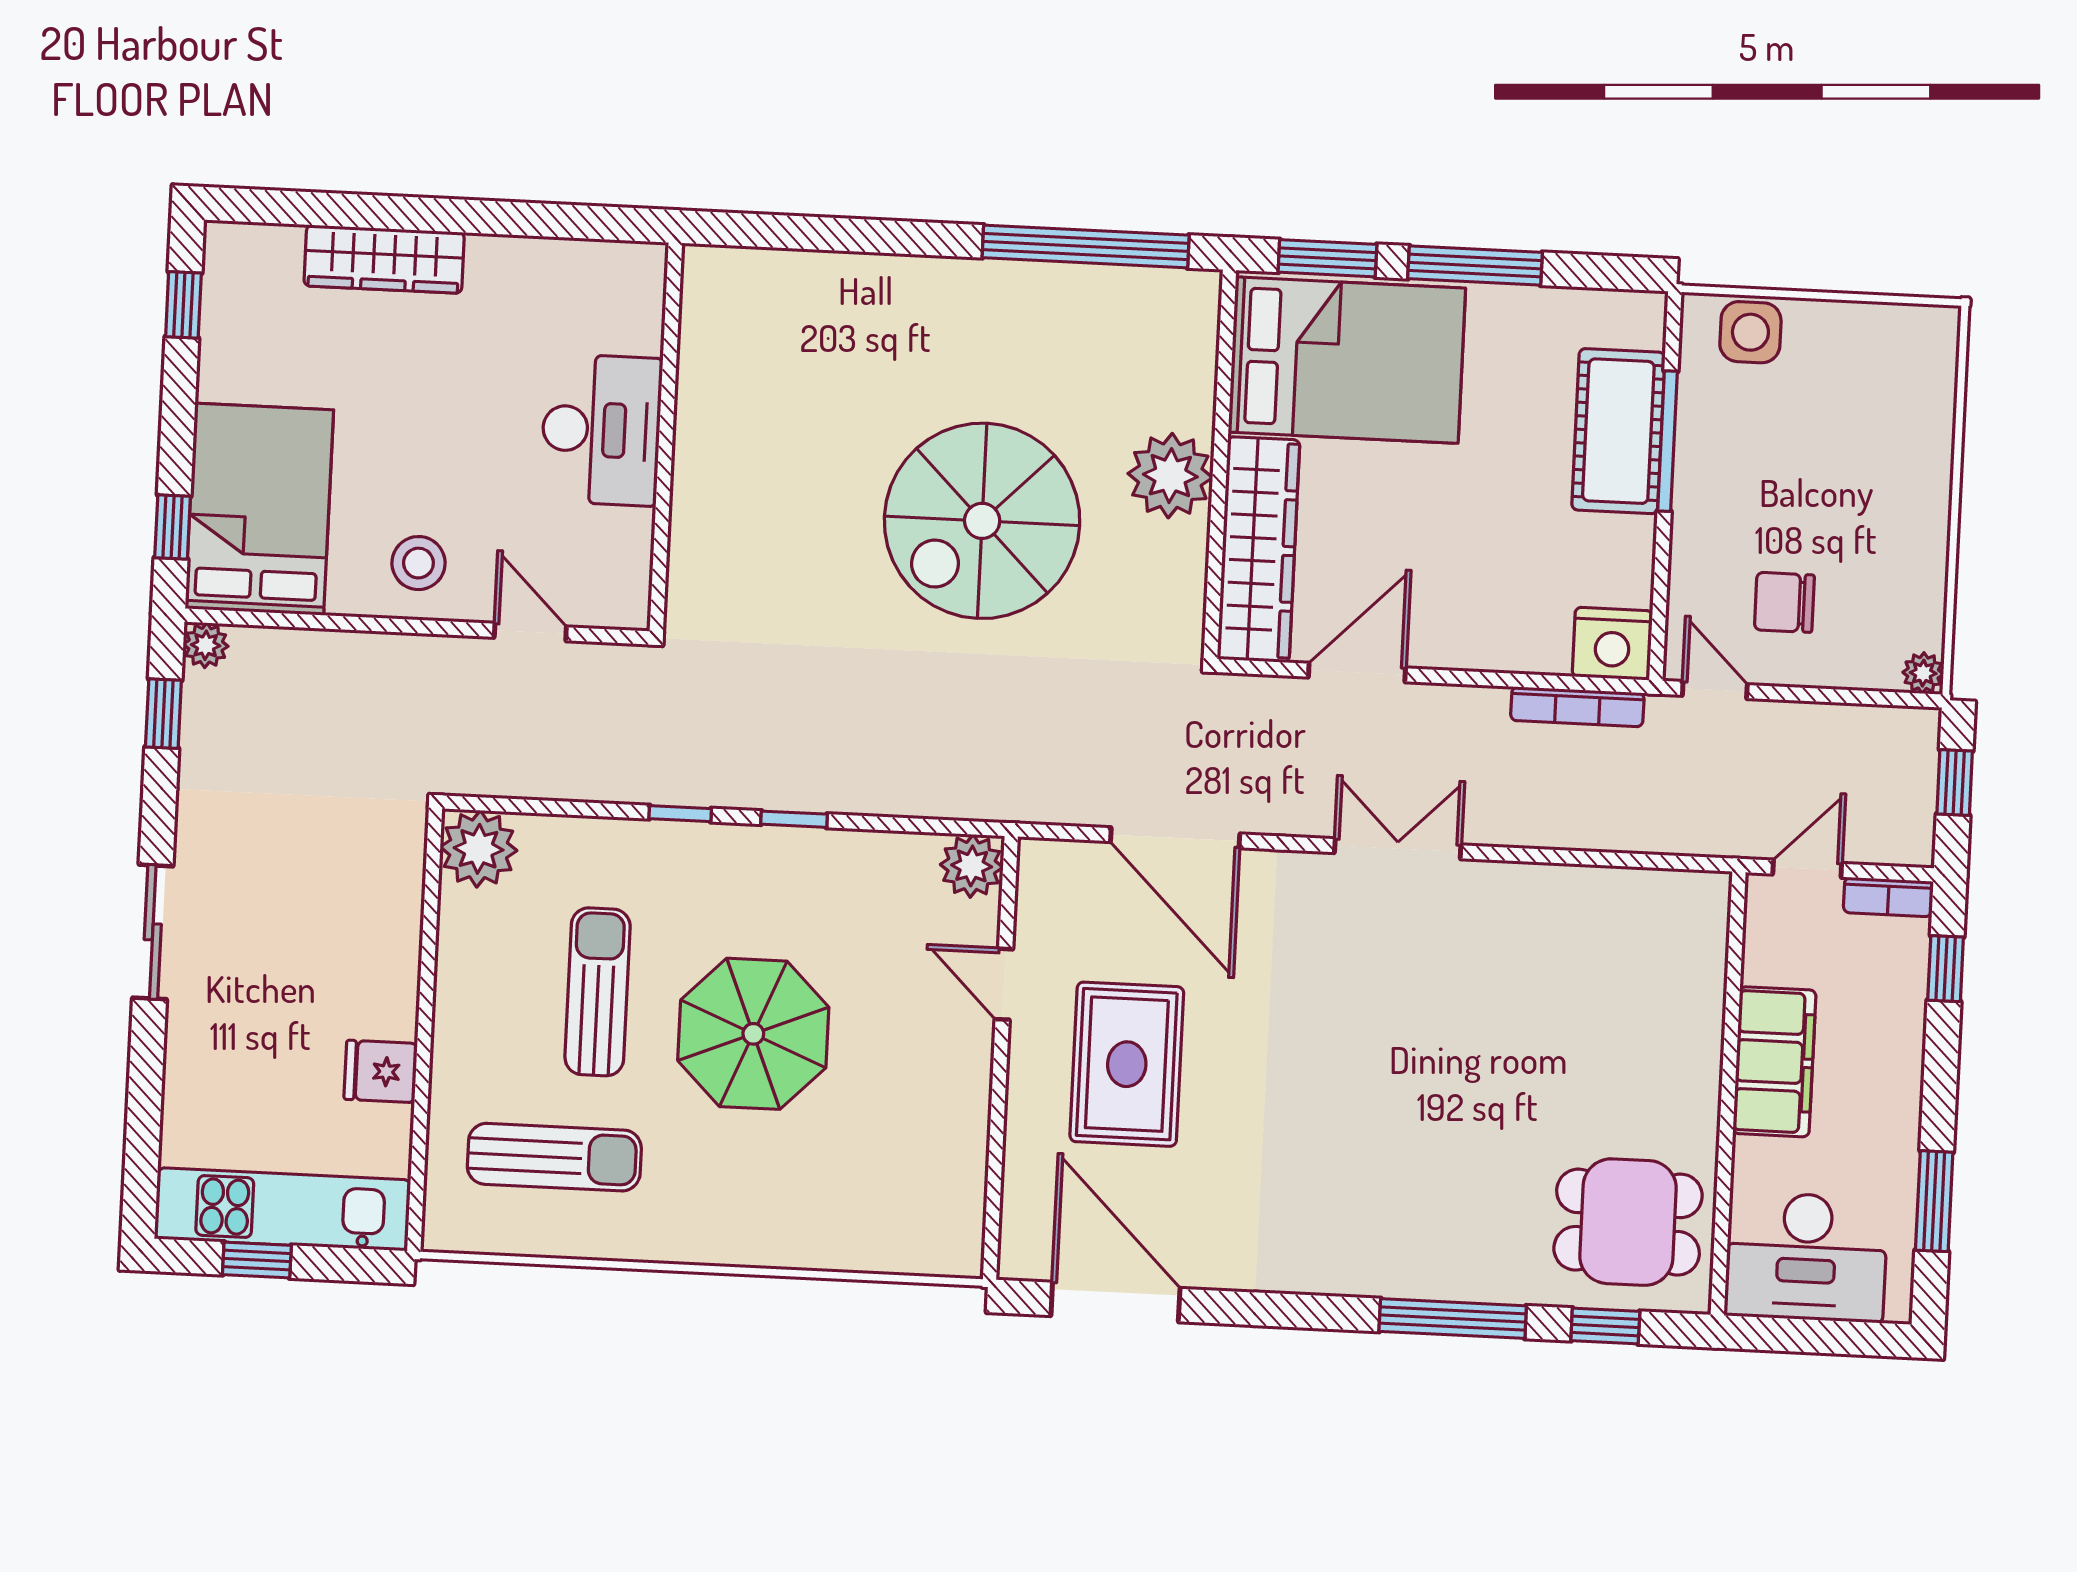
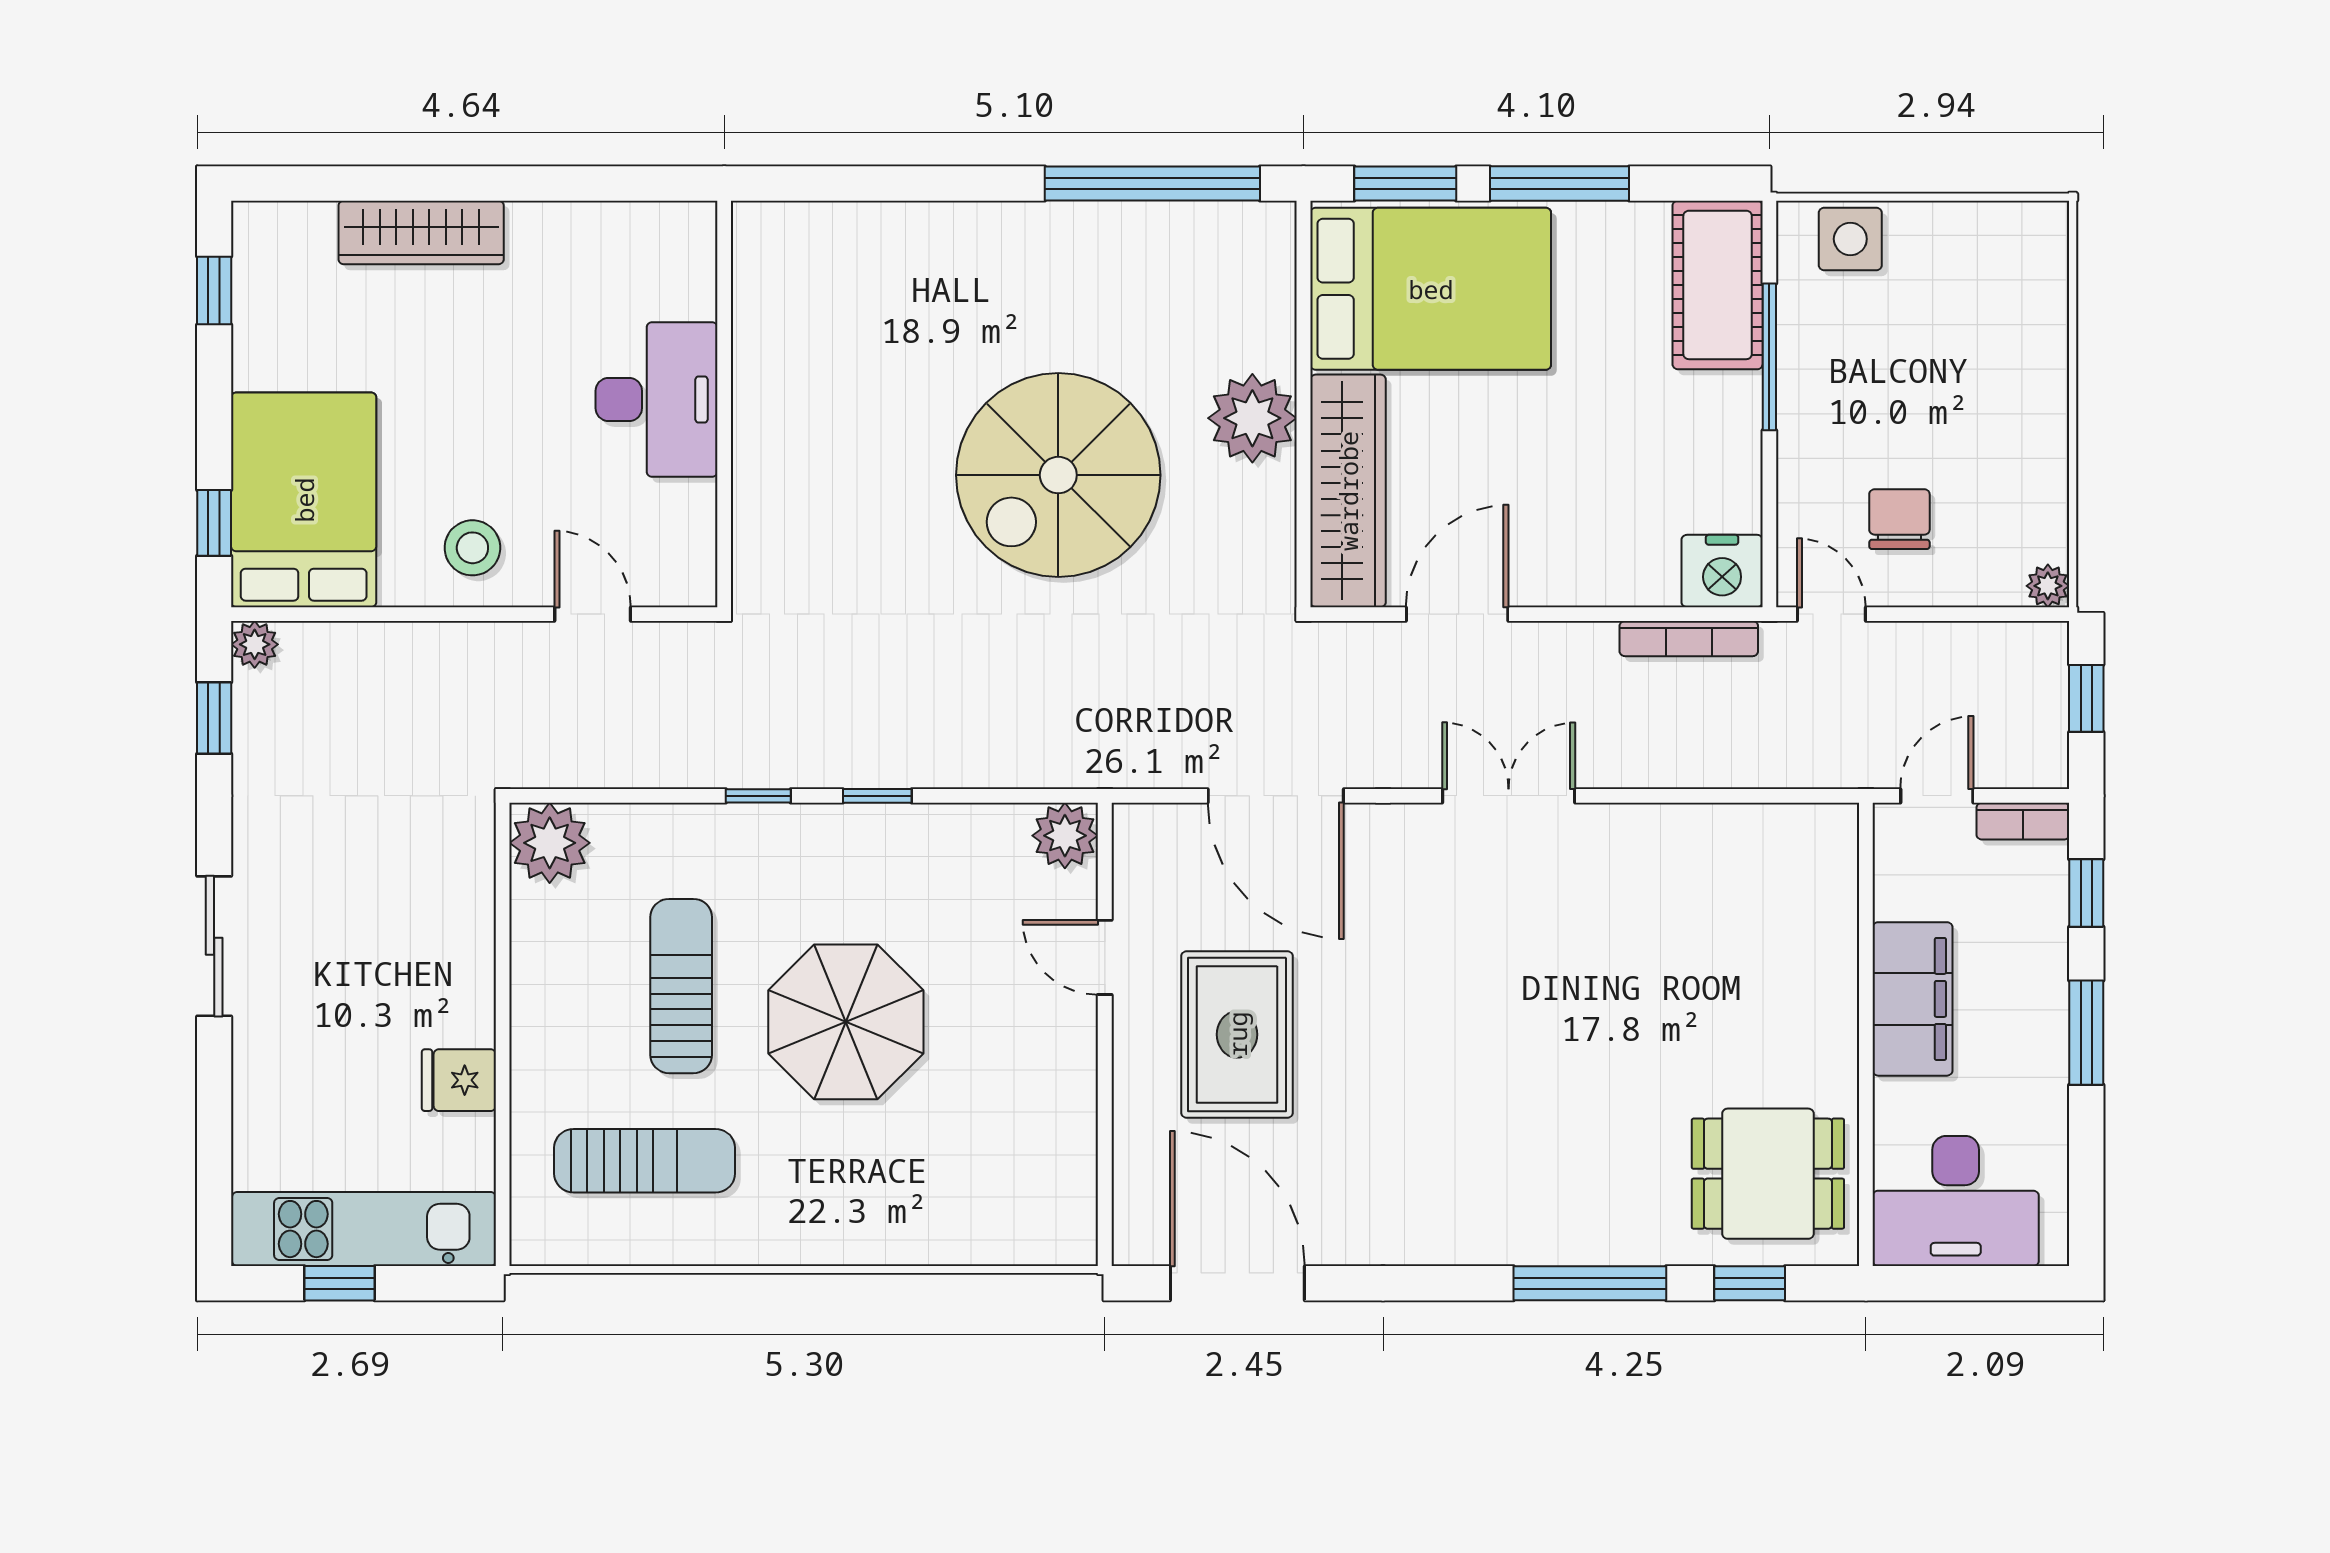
cot: (1618, 431) -> (1718, 285), moved
chair: (1784, 602) -> (1899, 519), turned 90
window: (1934, 1201) -> (2086, 1033), moved

